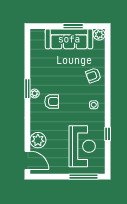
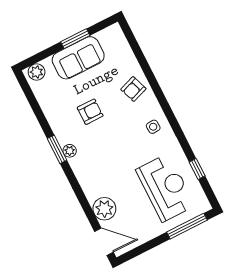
plant: (99, 35) -> (37, 72), moved
sofa: (69, 39) -> (78, 58), width x0.73
armchair: (52, 102) -> (90, 112), moved
window: (108, 134) -> (197, 169), moved

